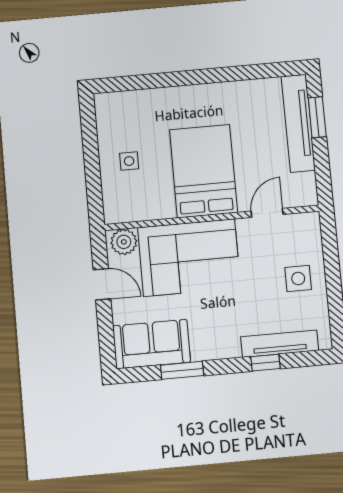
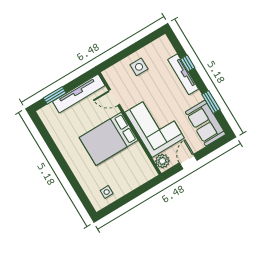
tv unit: (298, 123) -> (79, 94), moved
side table: (129, 161) -> (107, 192), moved
tv unit: (280, 344) -> (183, 74), moved

